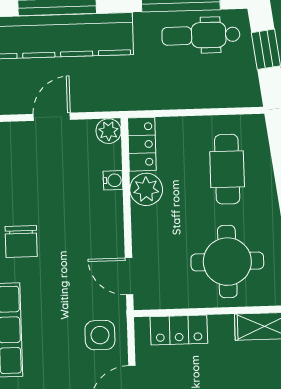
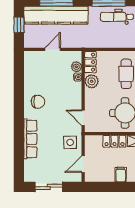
plant: (109, 131) -> (76, 67), moved
chair: (21, 242) -> (38, 102), turned -90
locker: (179, 330) -> (114, 141), moved

